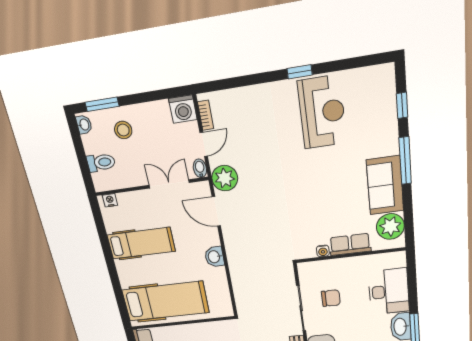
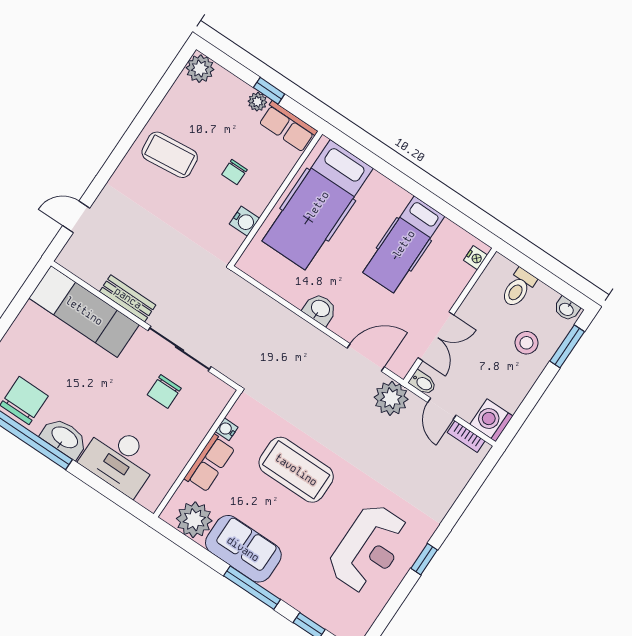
reception desk: (322, 112) -> (369, 548), turned -90
coffee table: (312, 195) -> (296, 470), added
water cooler: (208, 328) -> (244, 221), added

